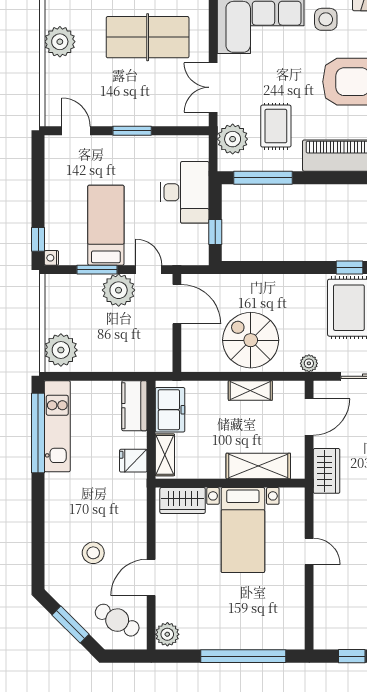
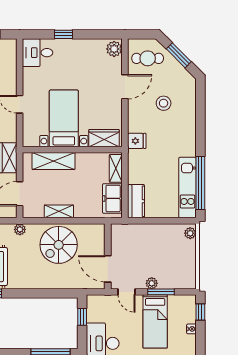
nightstand: (51, 258) -> (191, 329), moved
plant: (119, 290) -> (152, 283), width x0.53, depth x0.53
spiral stairs: (251, 340) -> (59, 245), turned 90
plant: (61, 350) -> (190, 233), width x0.53, depth x0.53
fridge: (133, 461) -> (137, 141), moved
cafe table: (117, 620) -> (148, 58), turned -30
desk: (282, 629) -> (38, 53), added
window: (243, 656) -> (64, 34), width x0.32

